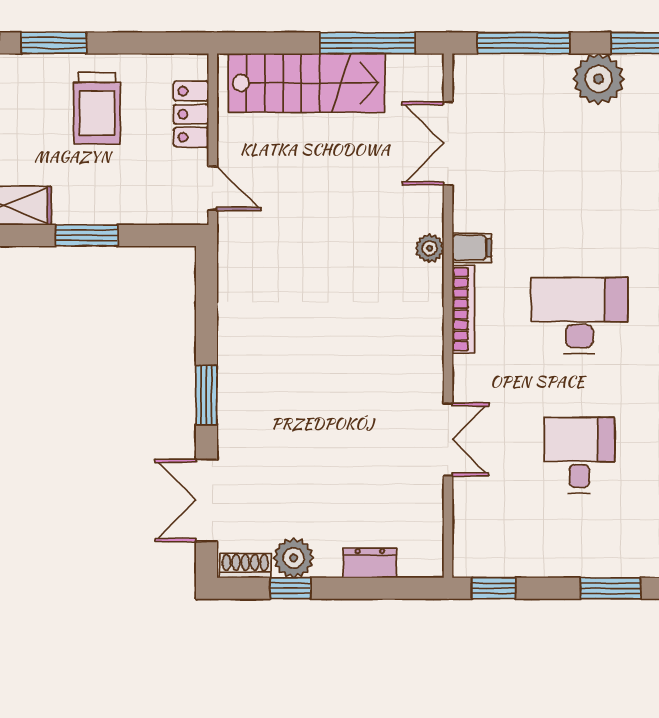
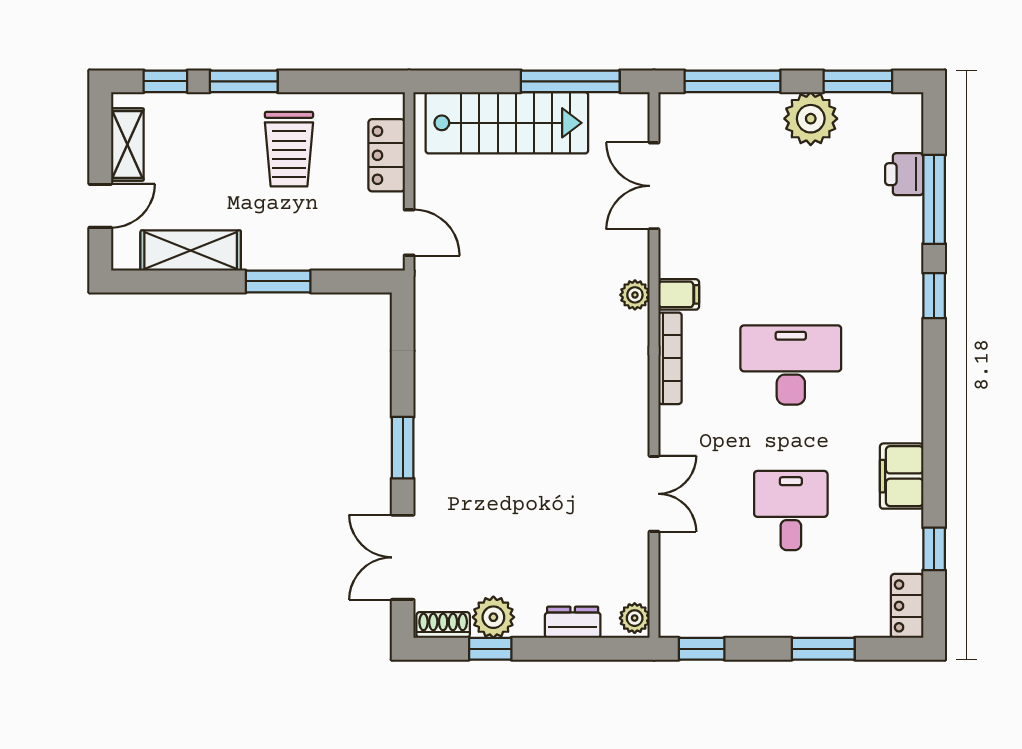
plant: (429, 559) -> (635, 618), added

